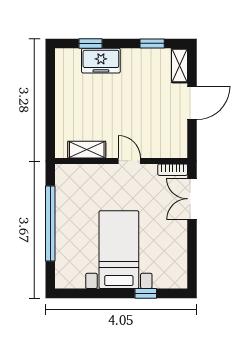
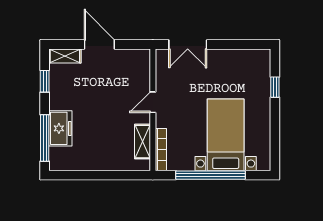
window: (90, 43) -> (45, 138), width x2.17
bookcase: (173, 170) -> (161, 150), moved, width x1.56
bed with nightstands: (119, 250) -> (226, 135), moved, turned 90

